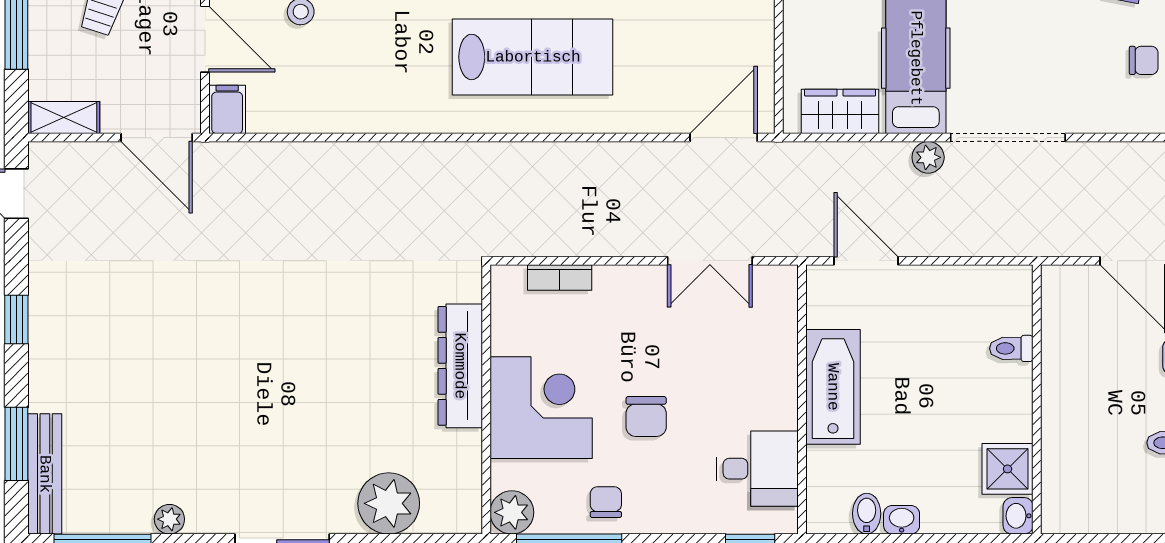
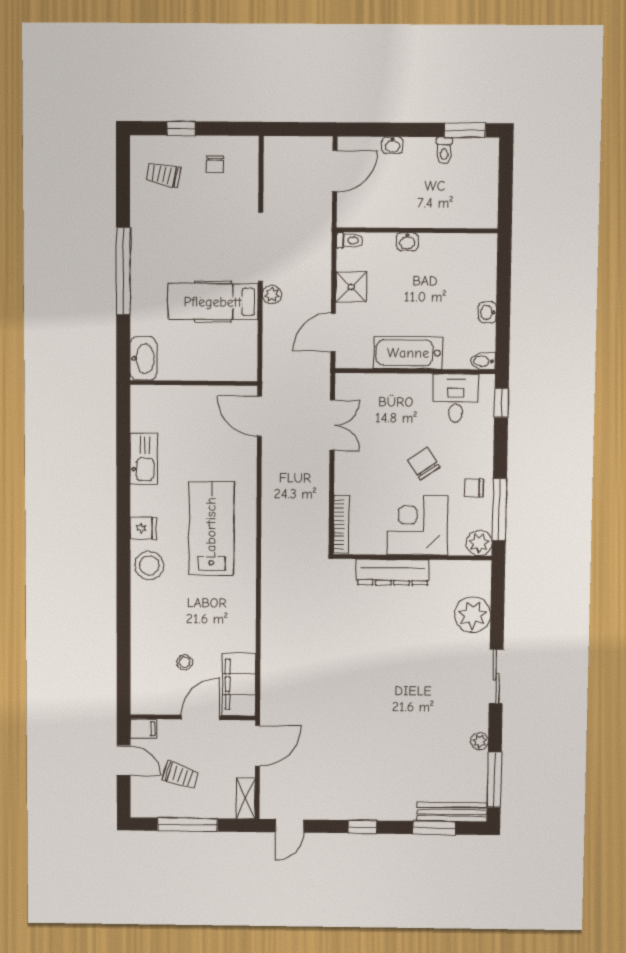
chair: (1144, 60) -> (215, 164), turned 180
filing cabinet: (227, 109) -> (239, 684), width x3.00, depth x1.17
wardrobe: (840, 111) -> (244, 347), removed
bookcase: (560, 277) -> (341, 524), width x1.56
toilet: (1011, 348) -> (349, 240), moved, turned -90
chair: (646, 417) -> (424, 464), turned -124
shower: (1008, 469) -> (351, 287), moved
bidet: (867, 514) -> (483, 361), moved
washbasin: (1018, 516) -> (407, 242), moved

